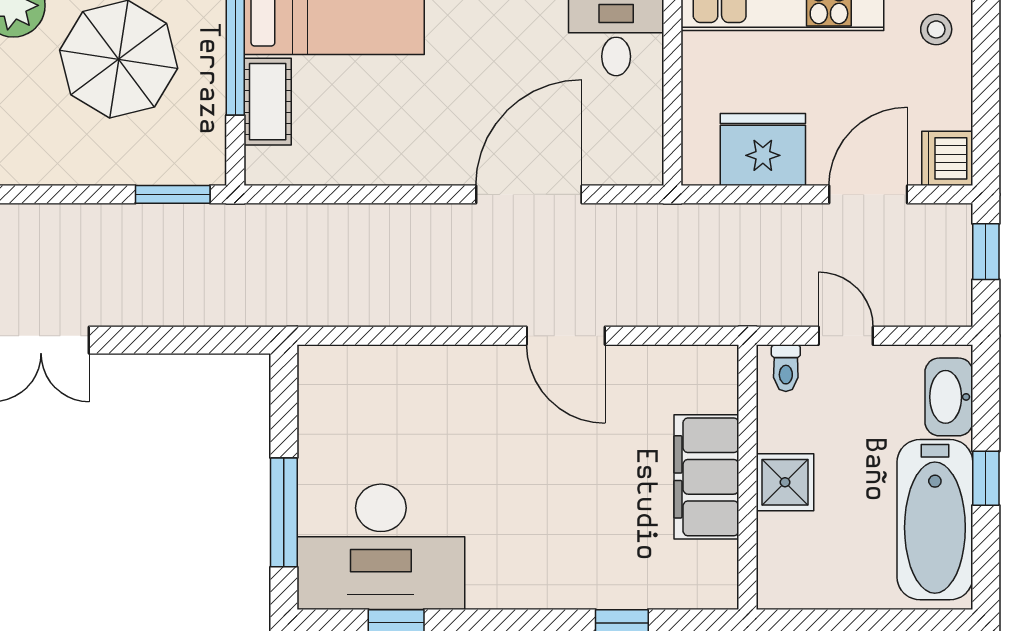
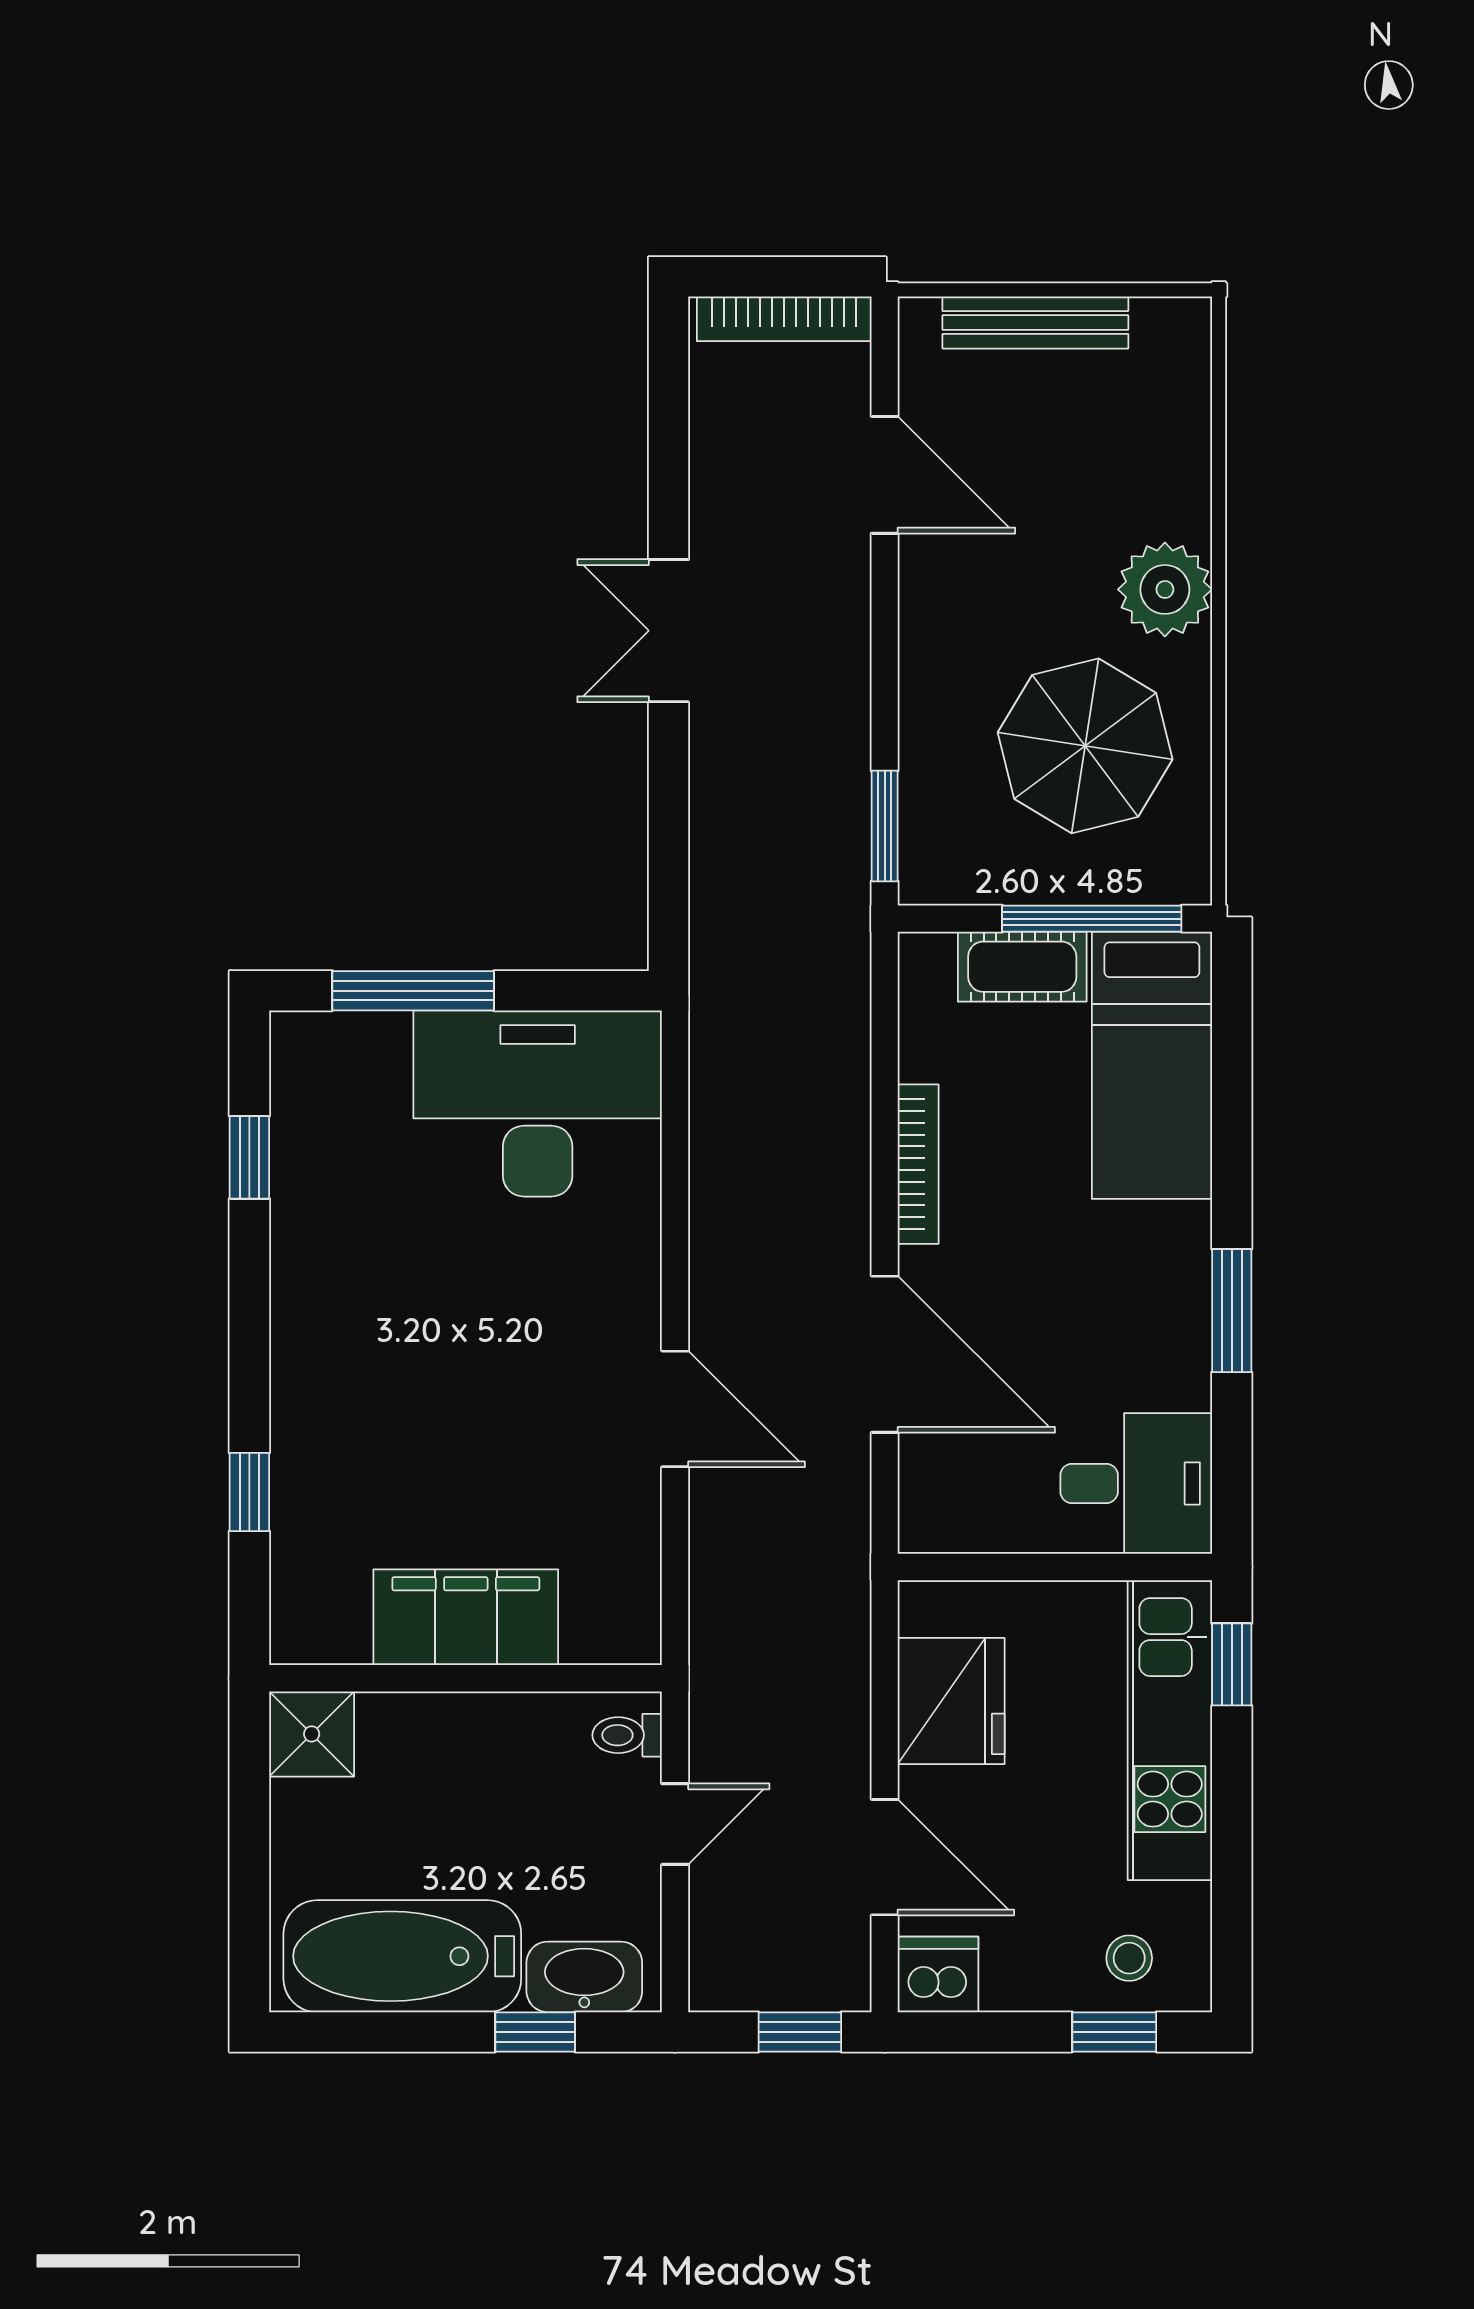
window: (986, 40) -> (1114, 2032), added
bookcase: (401, 172) -> (918, 1164), added
door: (566, 336) -> (675, 1409), swing flipped
window: (986, 478) -> (535, 2032), moved
shower: (785, 482) -> (312, 1734), moved
desk: (381, 547) -> (538, 1103), moved, turned 90

